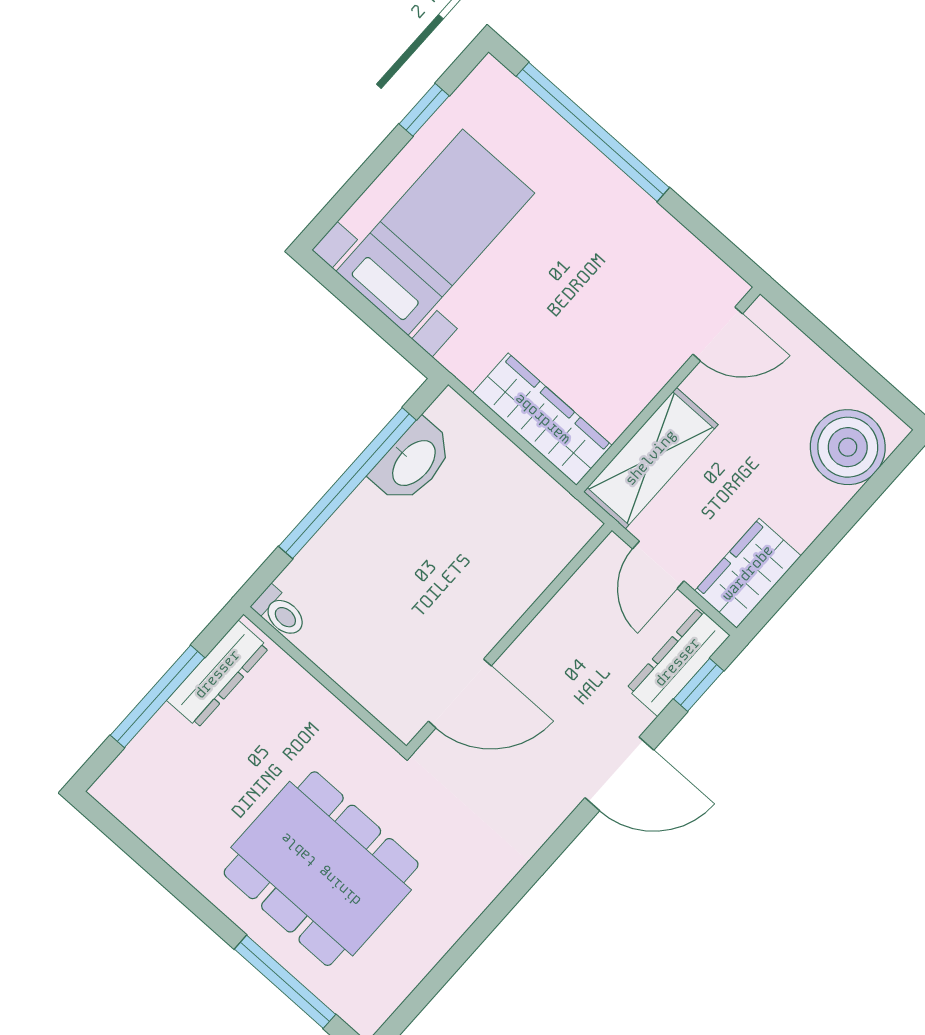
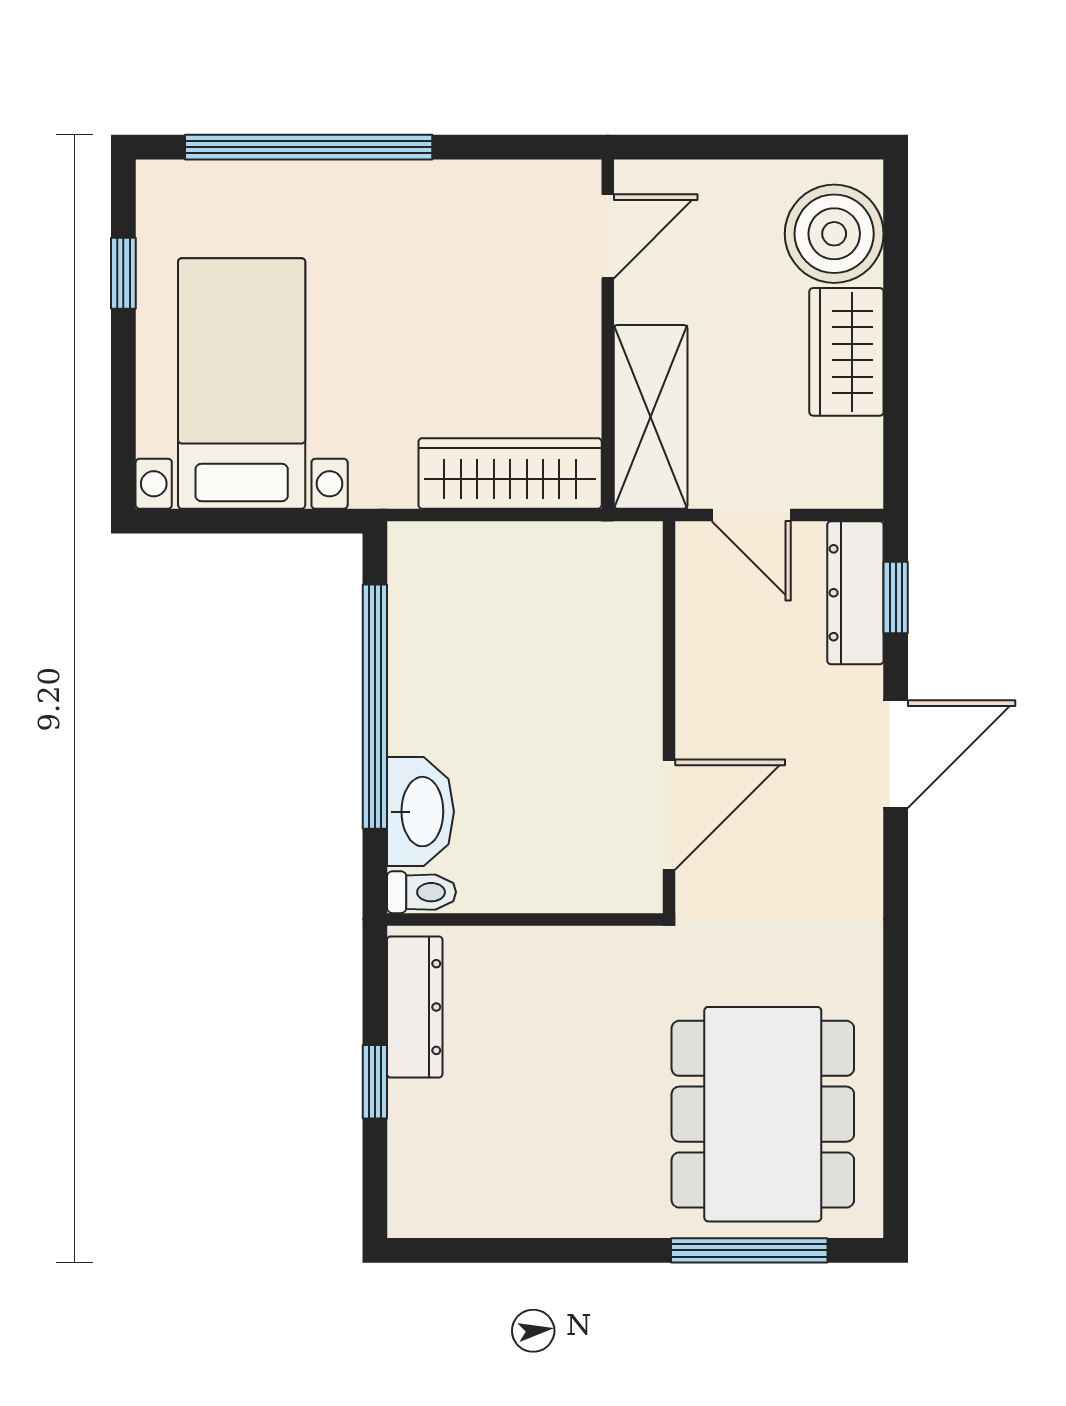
washbasin: (413, 462) -> (420, 812), moved
wardrobe: (748, 573) -> (846, 352), moved
window: (157, 696) -> (375, 1082), width x0.46
dining table: (321, 869) -> (763, 1114), moved, turned 90

